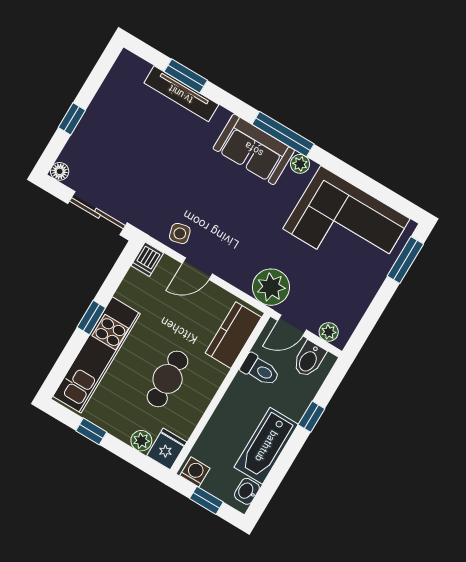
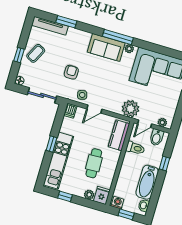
tv unit: (181, 94) -> (50, 26), moved
coffee table: (107, 124) -> (36, 53), added
armchair: (169, 181) -> (71, 72), added

